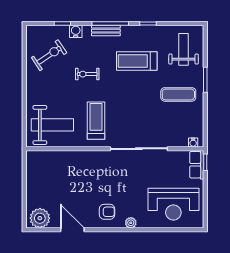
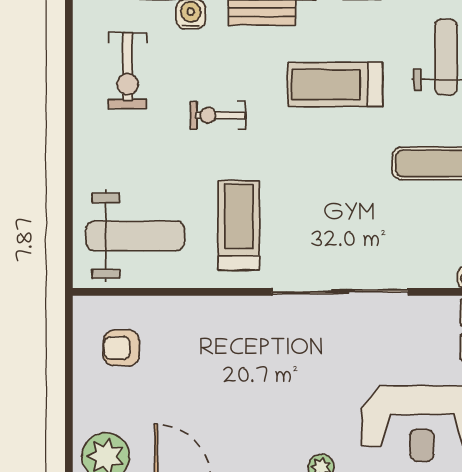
exercise bike: (49, 55) -> (128, 70), turned 124
armchair: (107, 212) -> (121, 348), moved, turned 180

